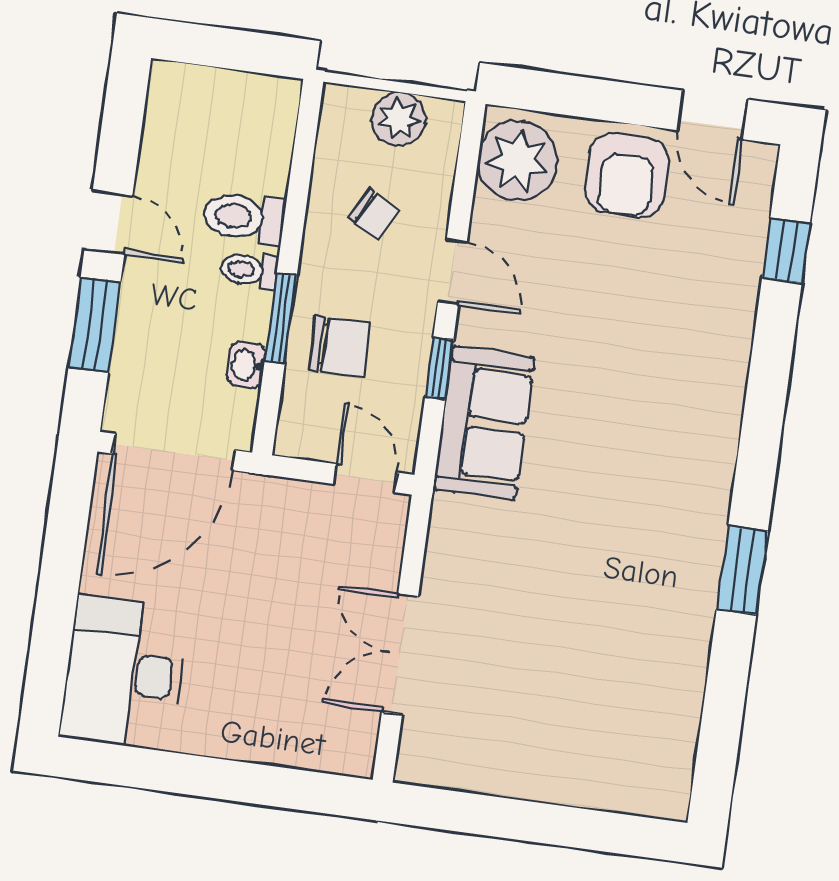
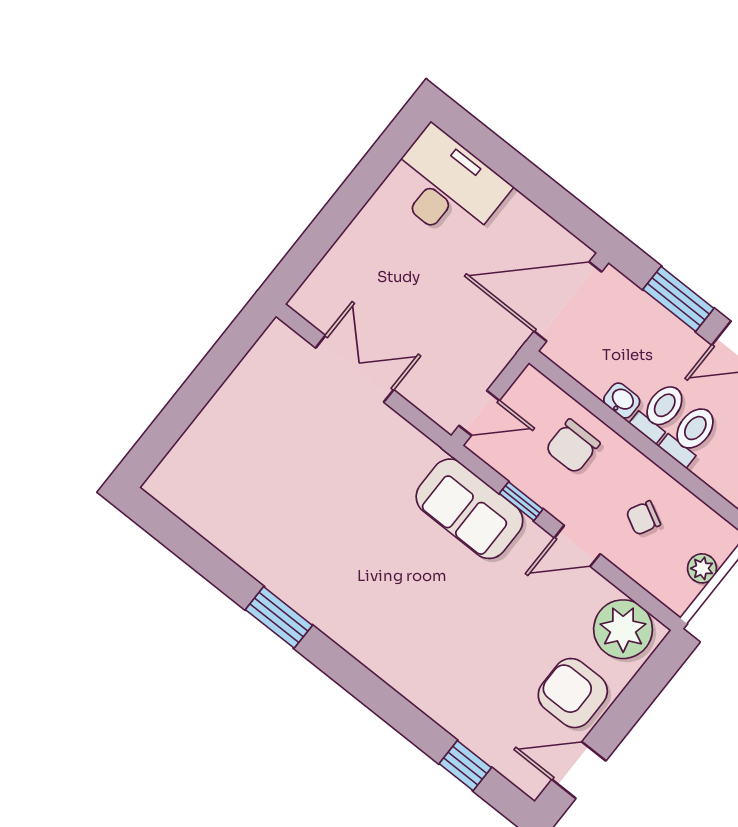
plant: (399, 119) -> (702, 568), width x0.73, depth x0.73
toilet: (249, 270) -> (660, 412), width x1.37, depth x1.39
window: (281, 318) -> (613, 420), removed
washbasin: (246, 365) -> (622, 401), moved
door: (174, 452) -> (568, 301), hinge flipped

